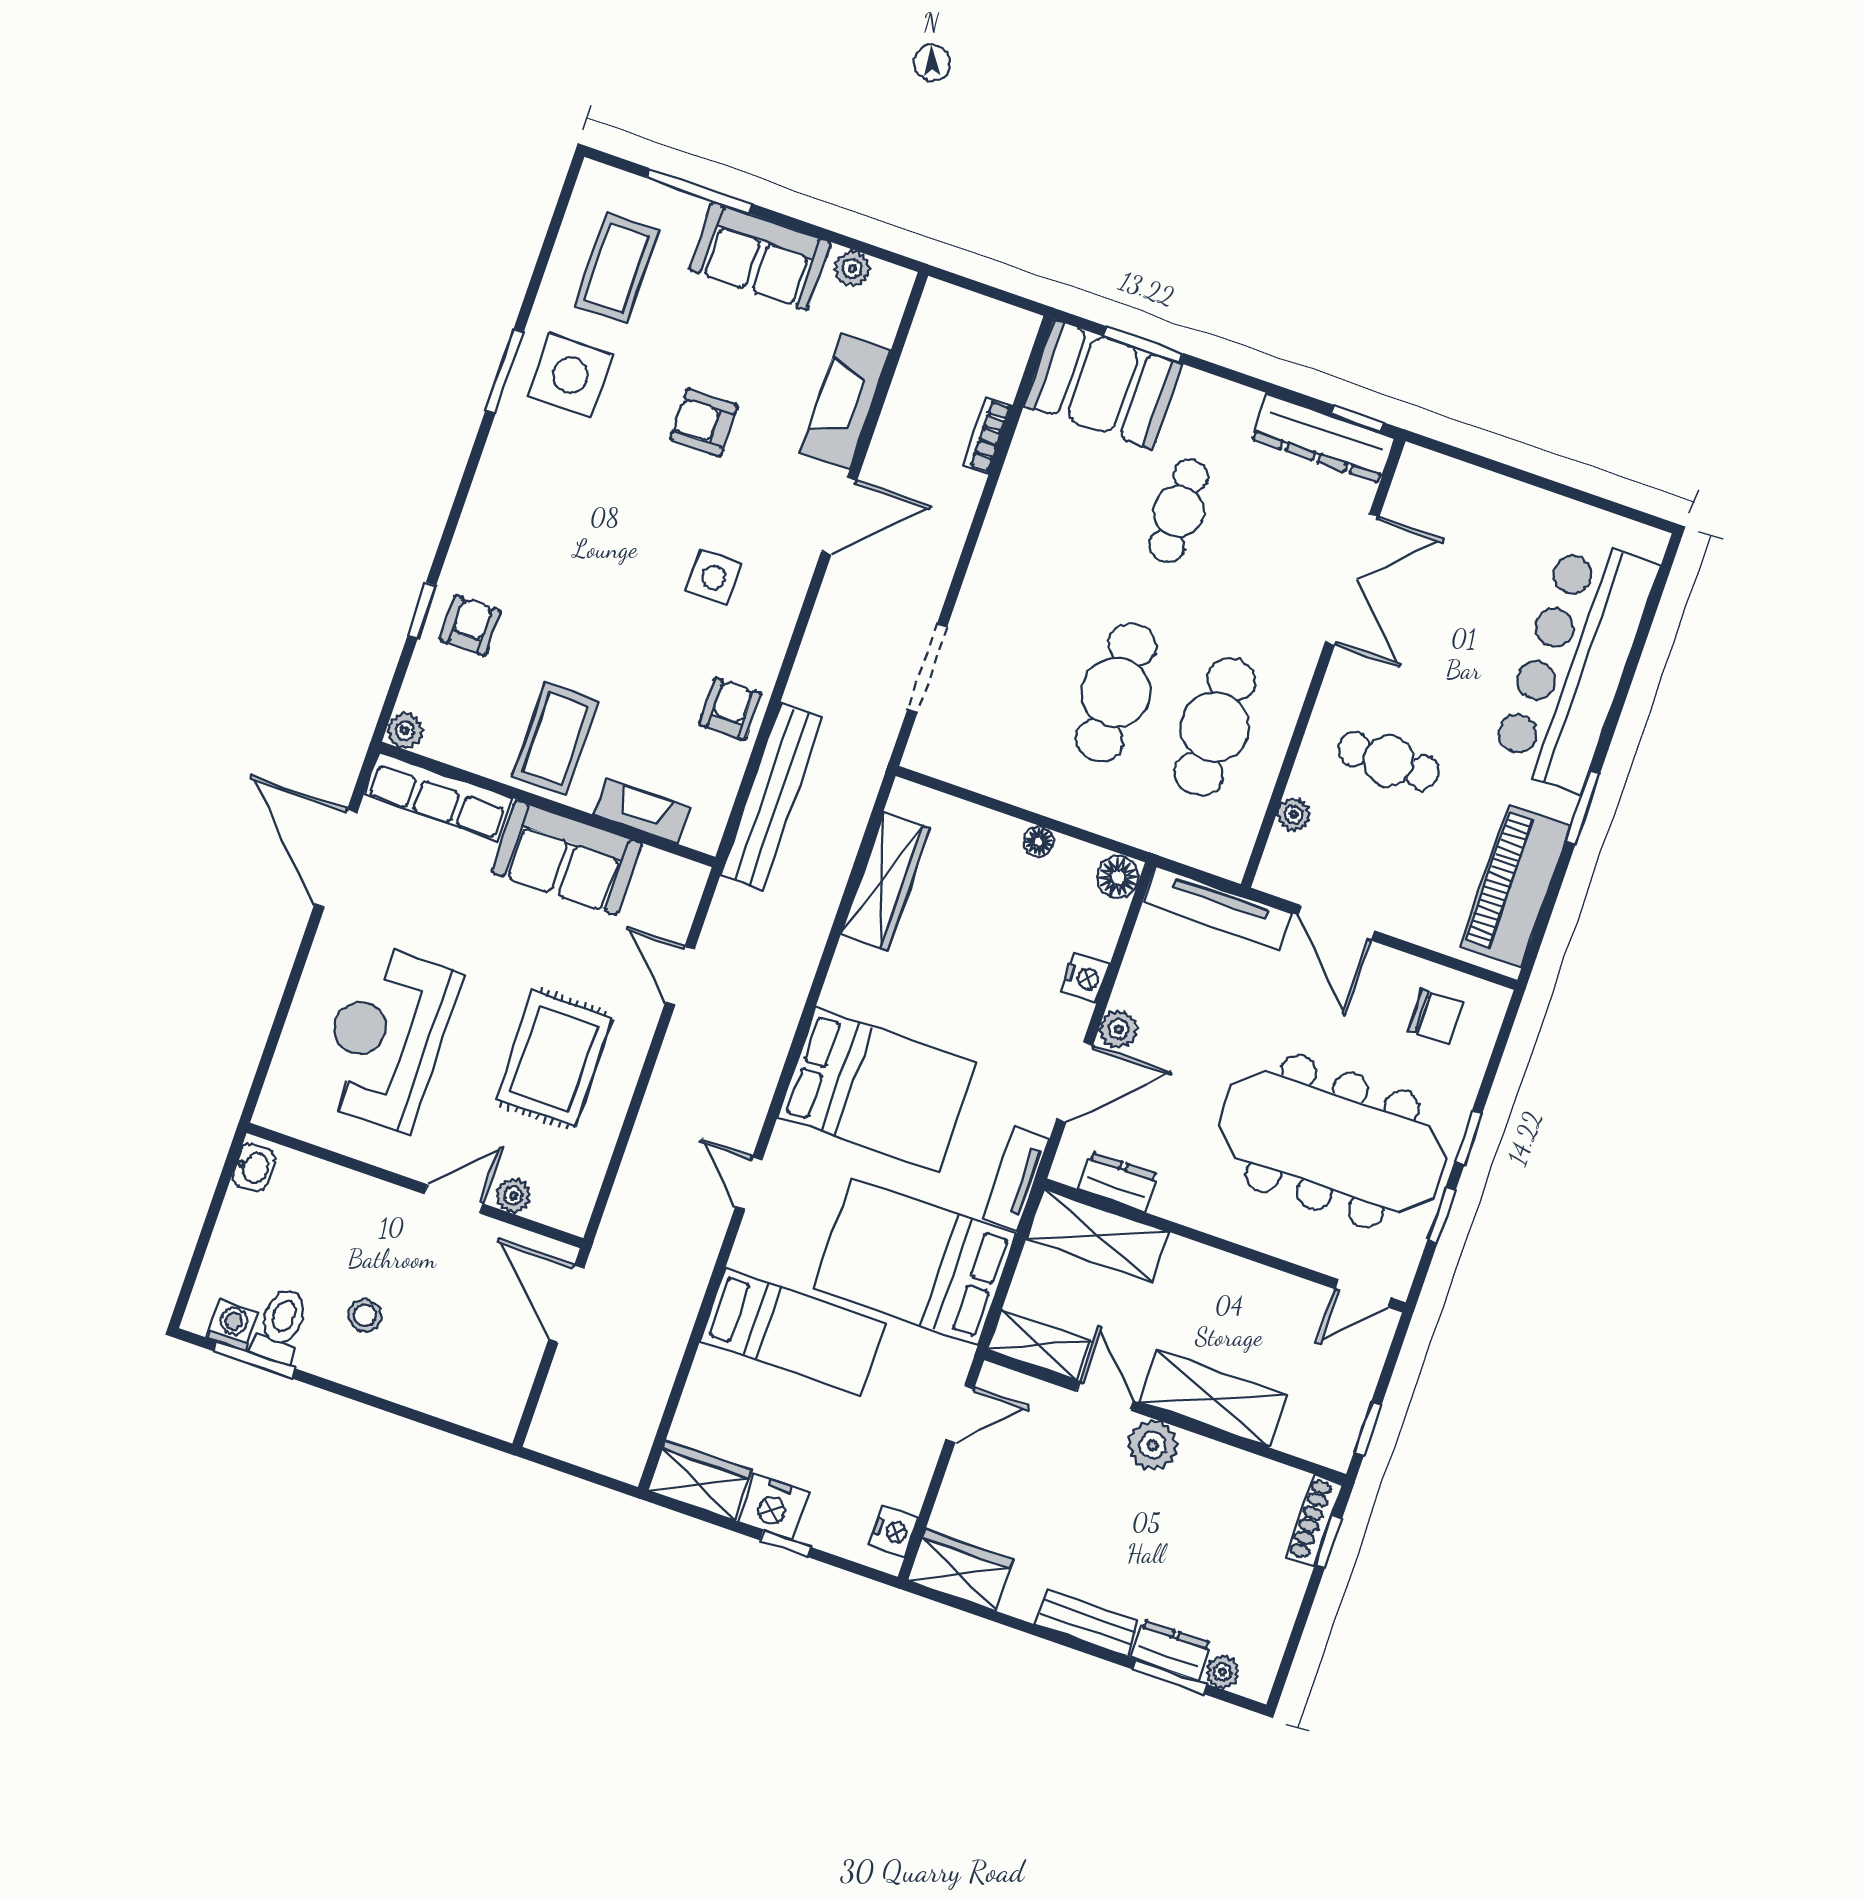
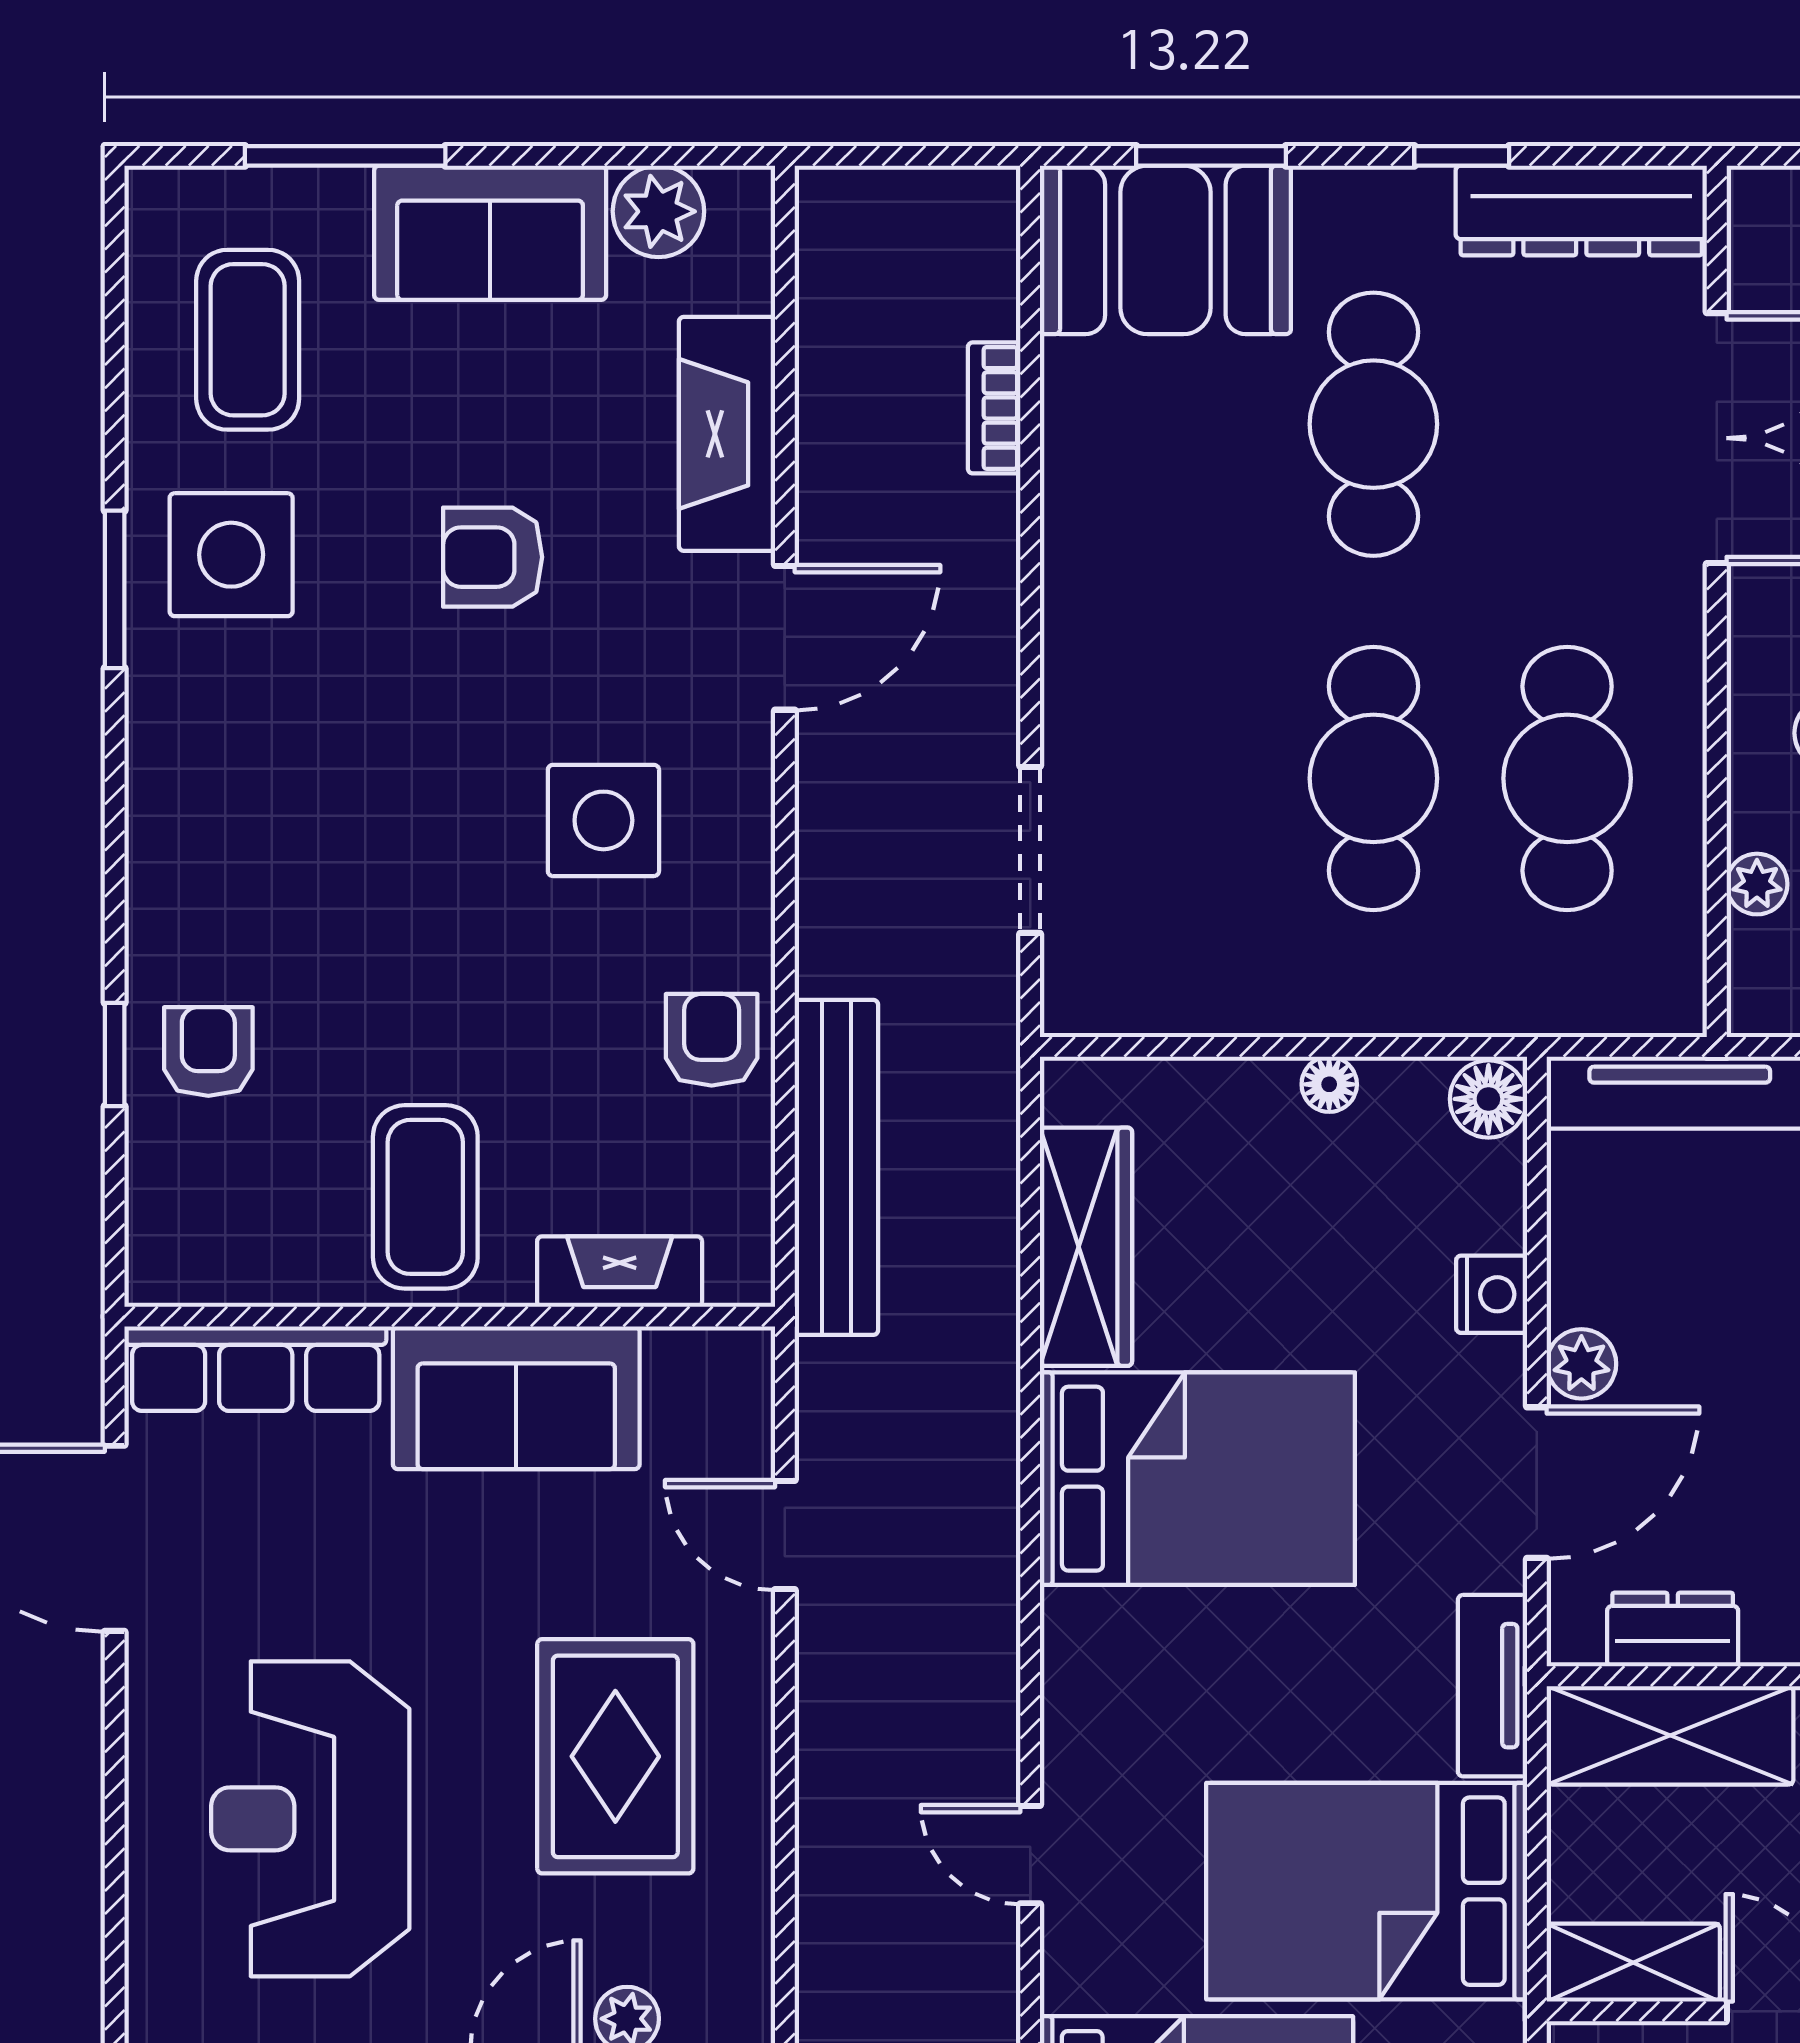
plant: (852, 269) -> (658, 211), width x1.38, depth x1.38
window: (1357, 419) -> (1462, 156), moved
cafe table: (1179, 511) -> (1373, 424), width x1.37, depth x1.35
side table: (714, 577) -> (603, 820), width x1.37, depth x1.37
plant: (405, 730) -> (157, 1274), removed
bed: (877, 1090) -> (1197, 1479), moved

